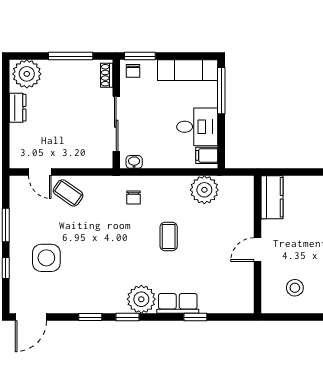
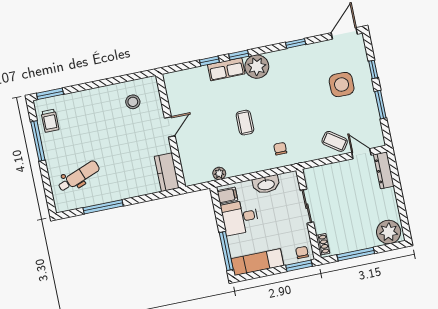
dresser: (18, 108) -> (384, 170), moved, width x1.44
sliding door: (116, 124) -> (307, 206), width x0.73
washbasin: (134, 162) -> (266, 184), moved, width x1.91, depth x1.45
plant: (204, 190) -> (219, 173), width x0.53, depth x0.53
window: (127, 317) -> (239, 55), moved

